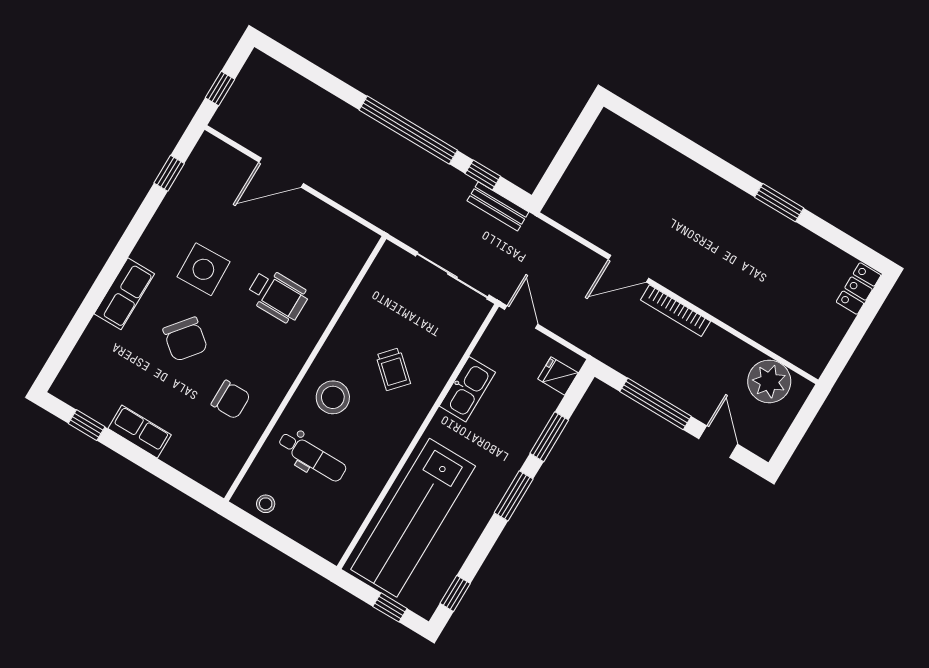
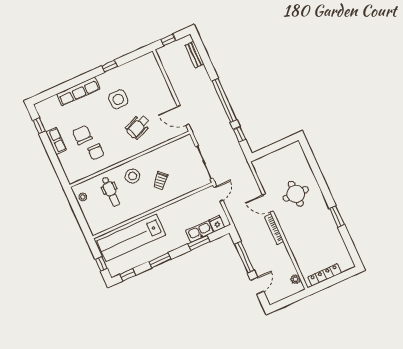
window: (169, 173) -> (110, 66), moved
door: (281, 173) -> (183, 115), moved
bench: (498, 206) -> (195, 55), moved
round table: (670, 214) -> (296, 194), added
locker: (858, 289) -> (325, 275), moved, width x1.53
row of seats: (124, 294) -> (78, 91), width x1.48
wheelchair: (278, 296) -> (138, 127), turned 68
chair: (185, 339) -> (82, 135), moved, turned 141
plant: (769, 381) -> (295, 279), width x0.53, depth x0.53
kitchen sink: (467, 389) -> (200, 231), moved, turned 180
window: (514, 496) -> (160, 260), moved

